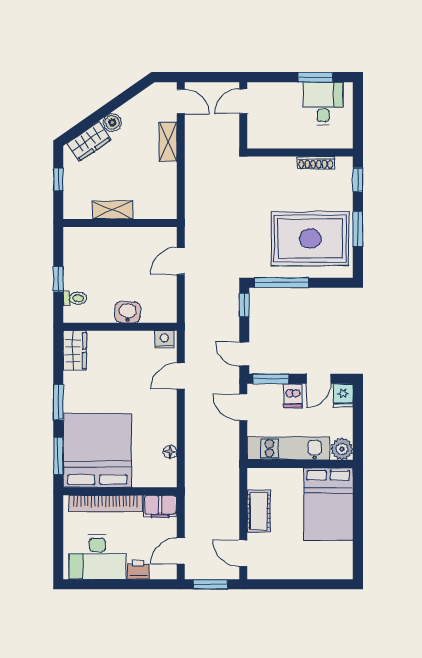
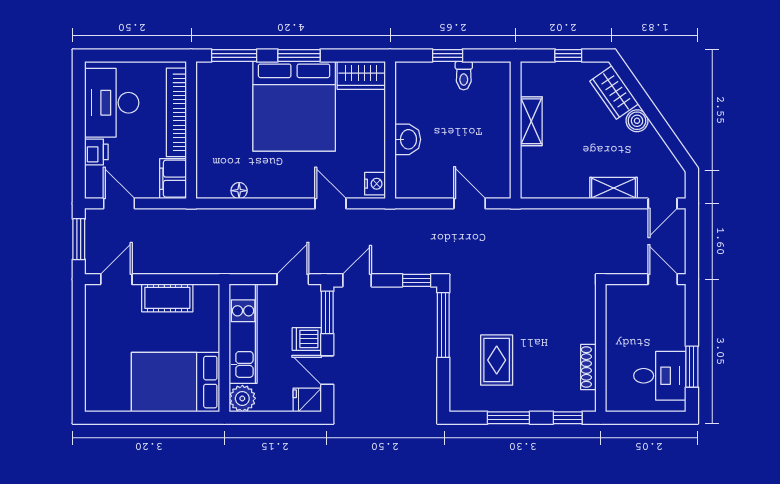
rug: (310, 239) -> (497, 360), width x0.54, depth x0.49
toilet: (75, 298) -> (464, 76), moved
bed: (97, 450) -> (294, 106), moved, turned 90

